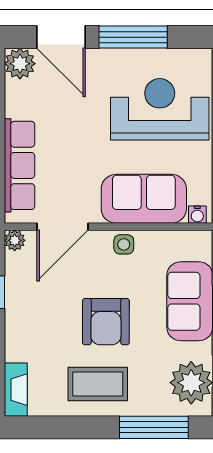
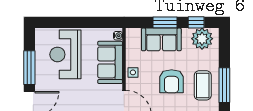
armchair: (106, 322) -> (172, 81), turned 90
window: (154, 427) -> (224, 85), moved

